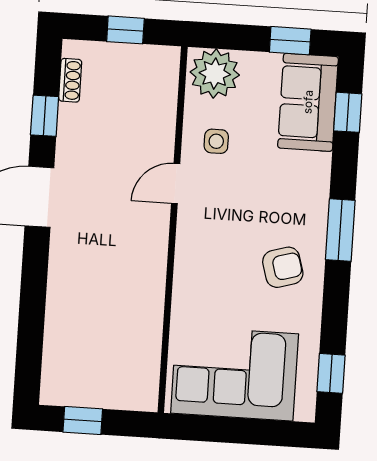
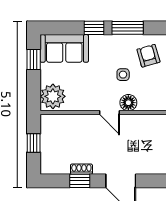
shoe rack: (70, 80) -> (81, 169), moved
window: (348, 112) -> (94, 28), moved
side table: (216, 141) -> (123, 75), moved
floor lamp: (193, 222) -> (128, 103), added

